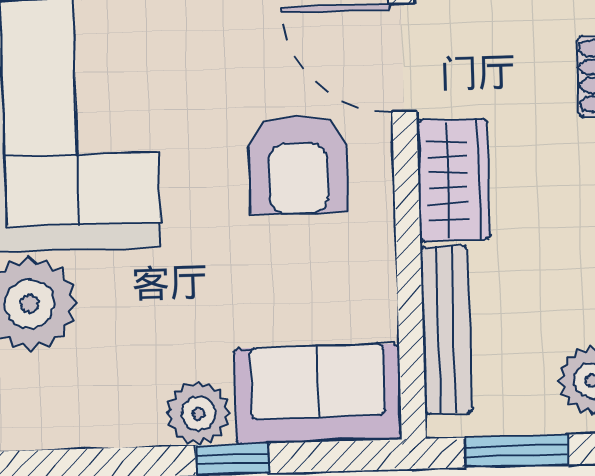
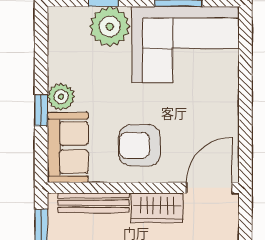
armchair: (298, 165) -> (139, 145), moved

